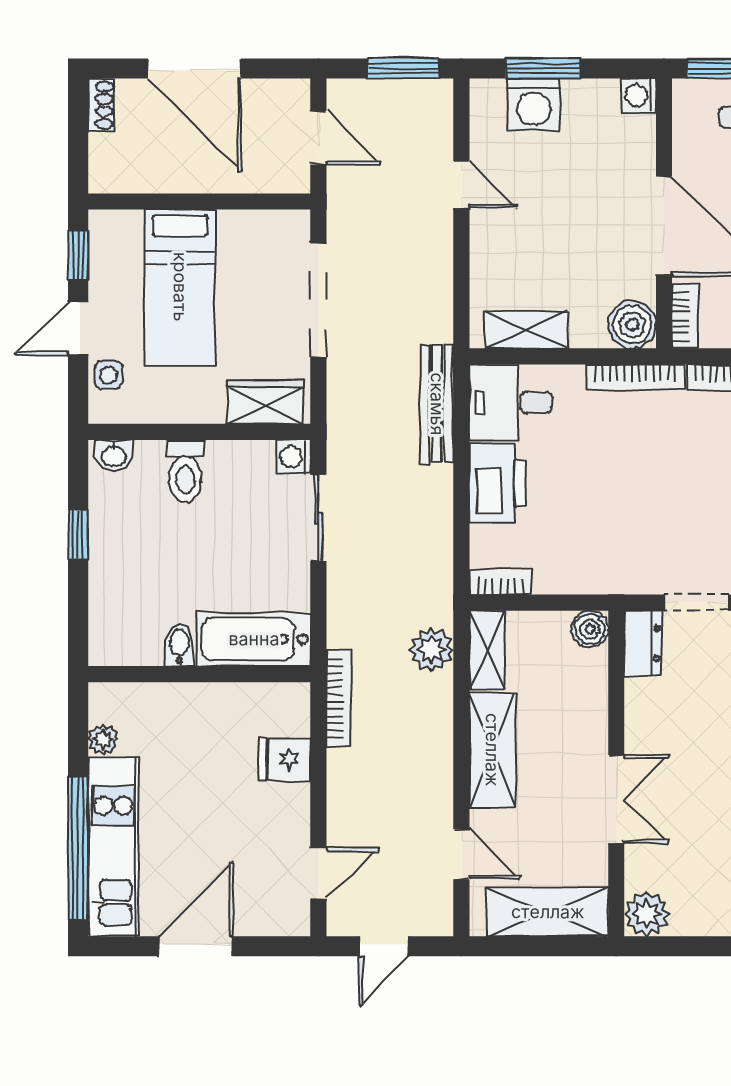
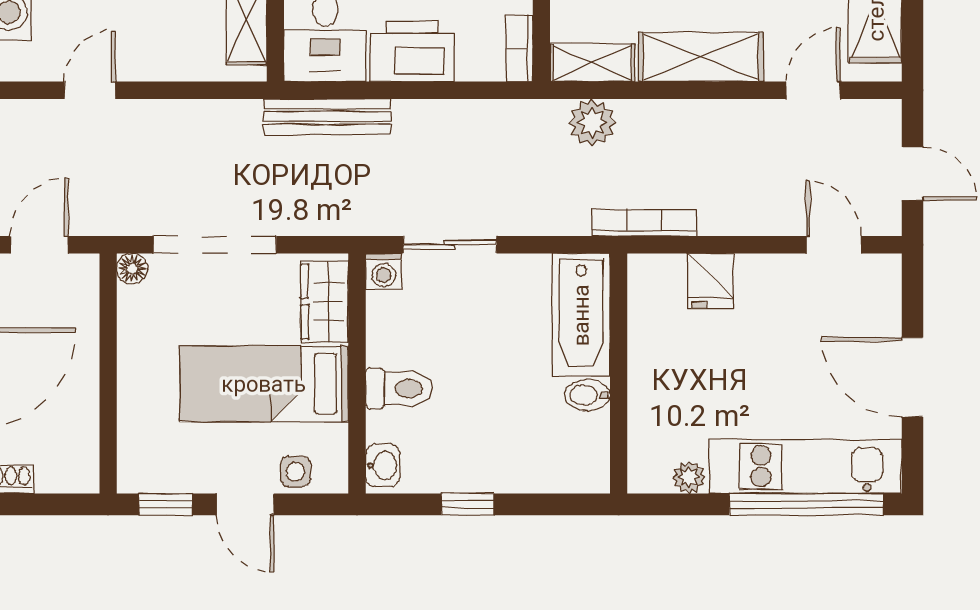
floor lamp: (296, 224) -> (132, 269), added
bed: (180, 287) -> (264, 384), moved, turned 180

